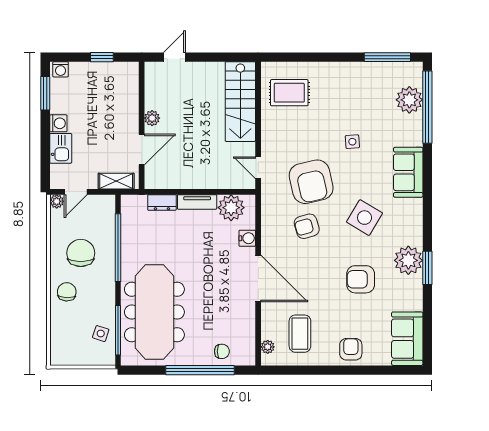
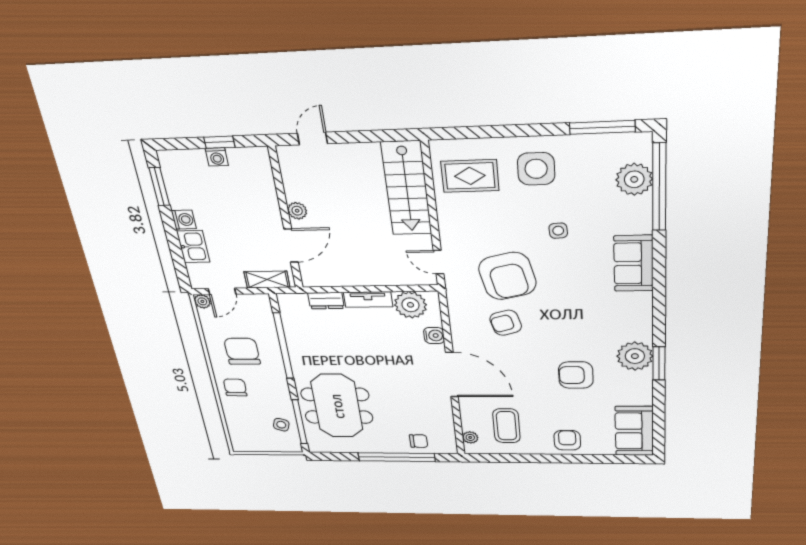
washing machine: (61, 69) -> (217, 157), moved
side table: (365, 218) -> (536, 169), moved, turned -31
meeting table: (154, 312) -> (337, 406), width x0.73

